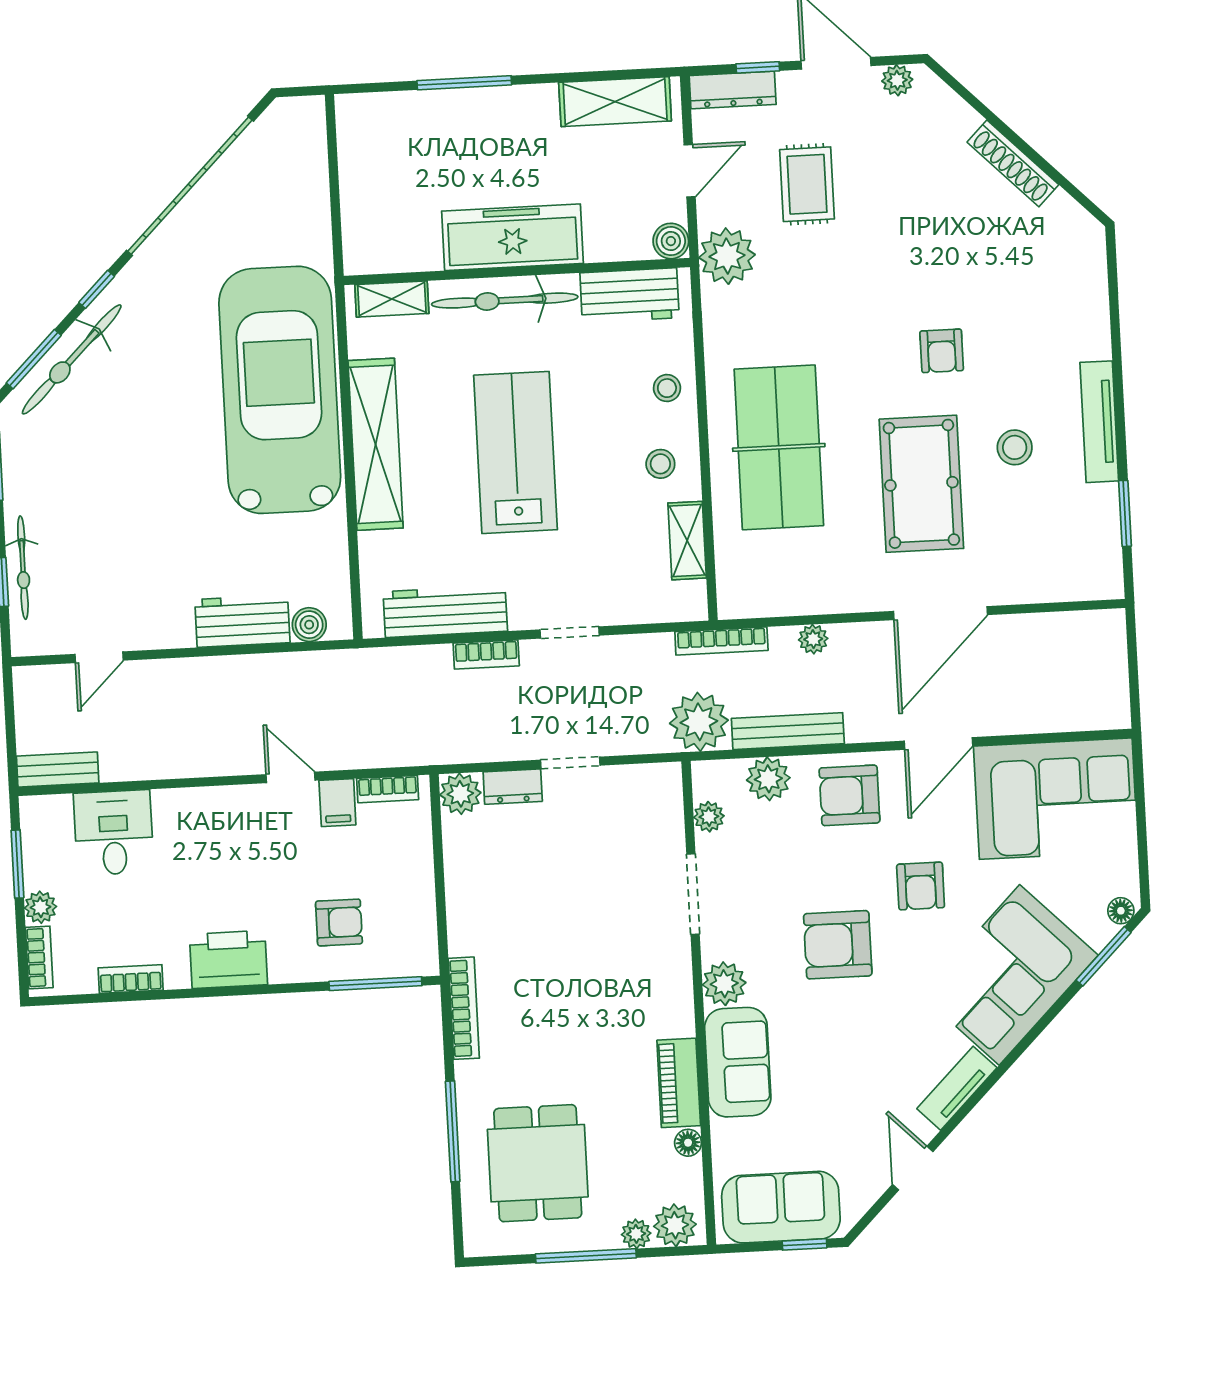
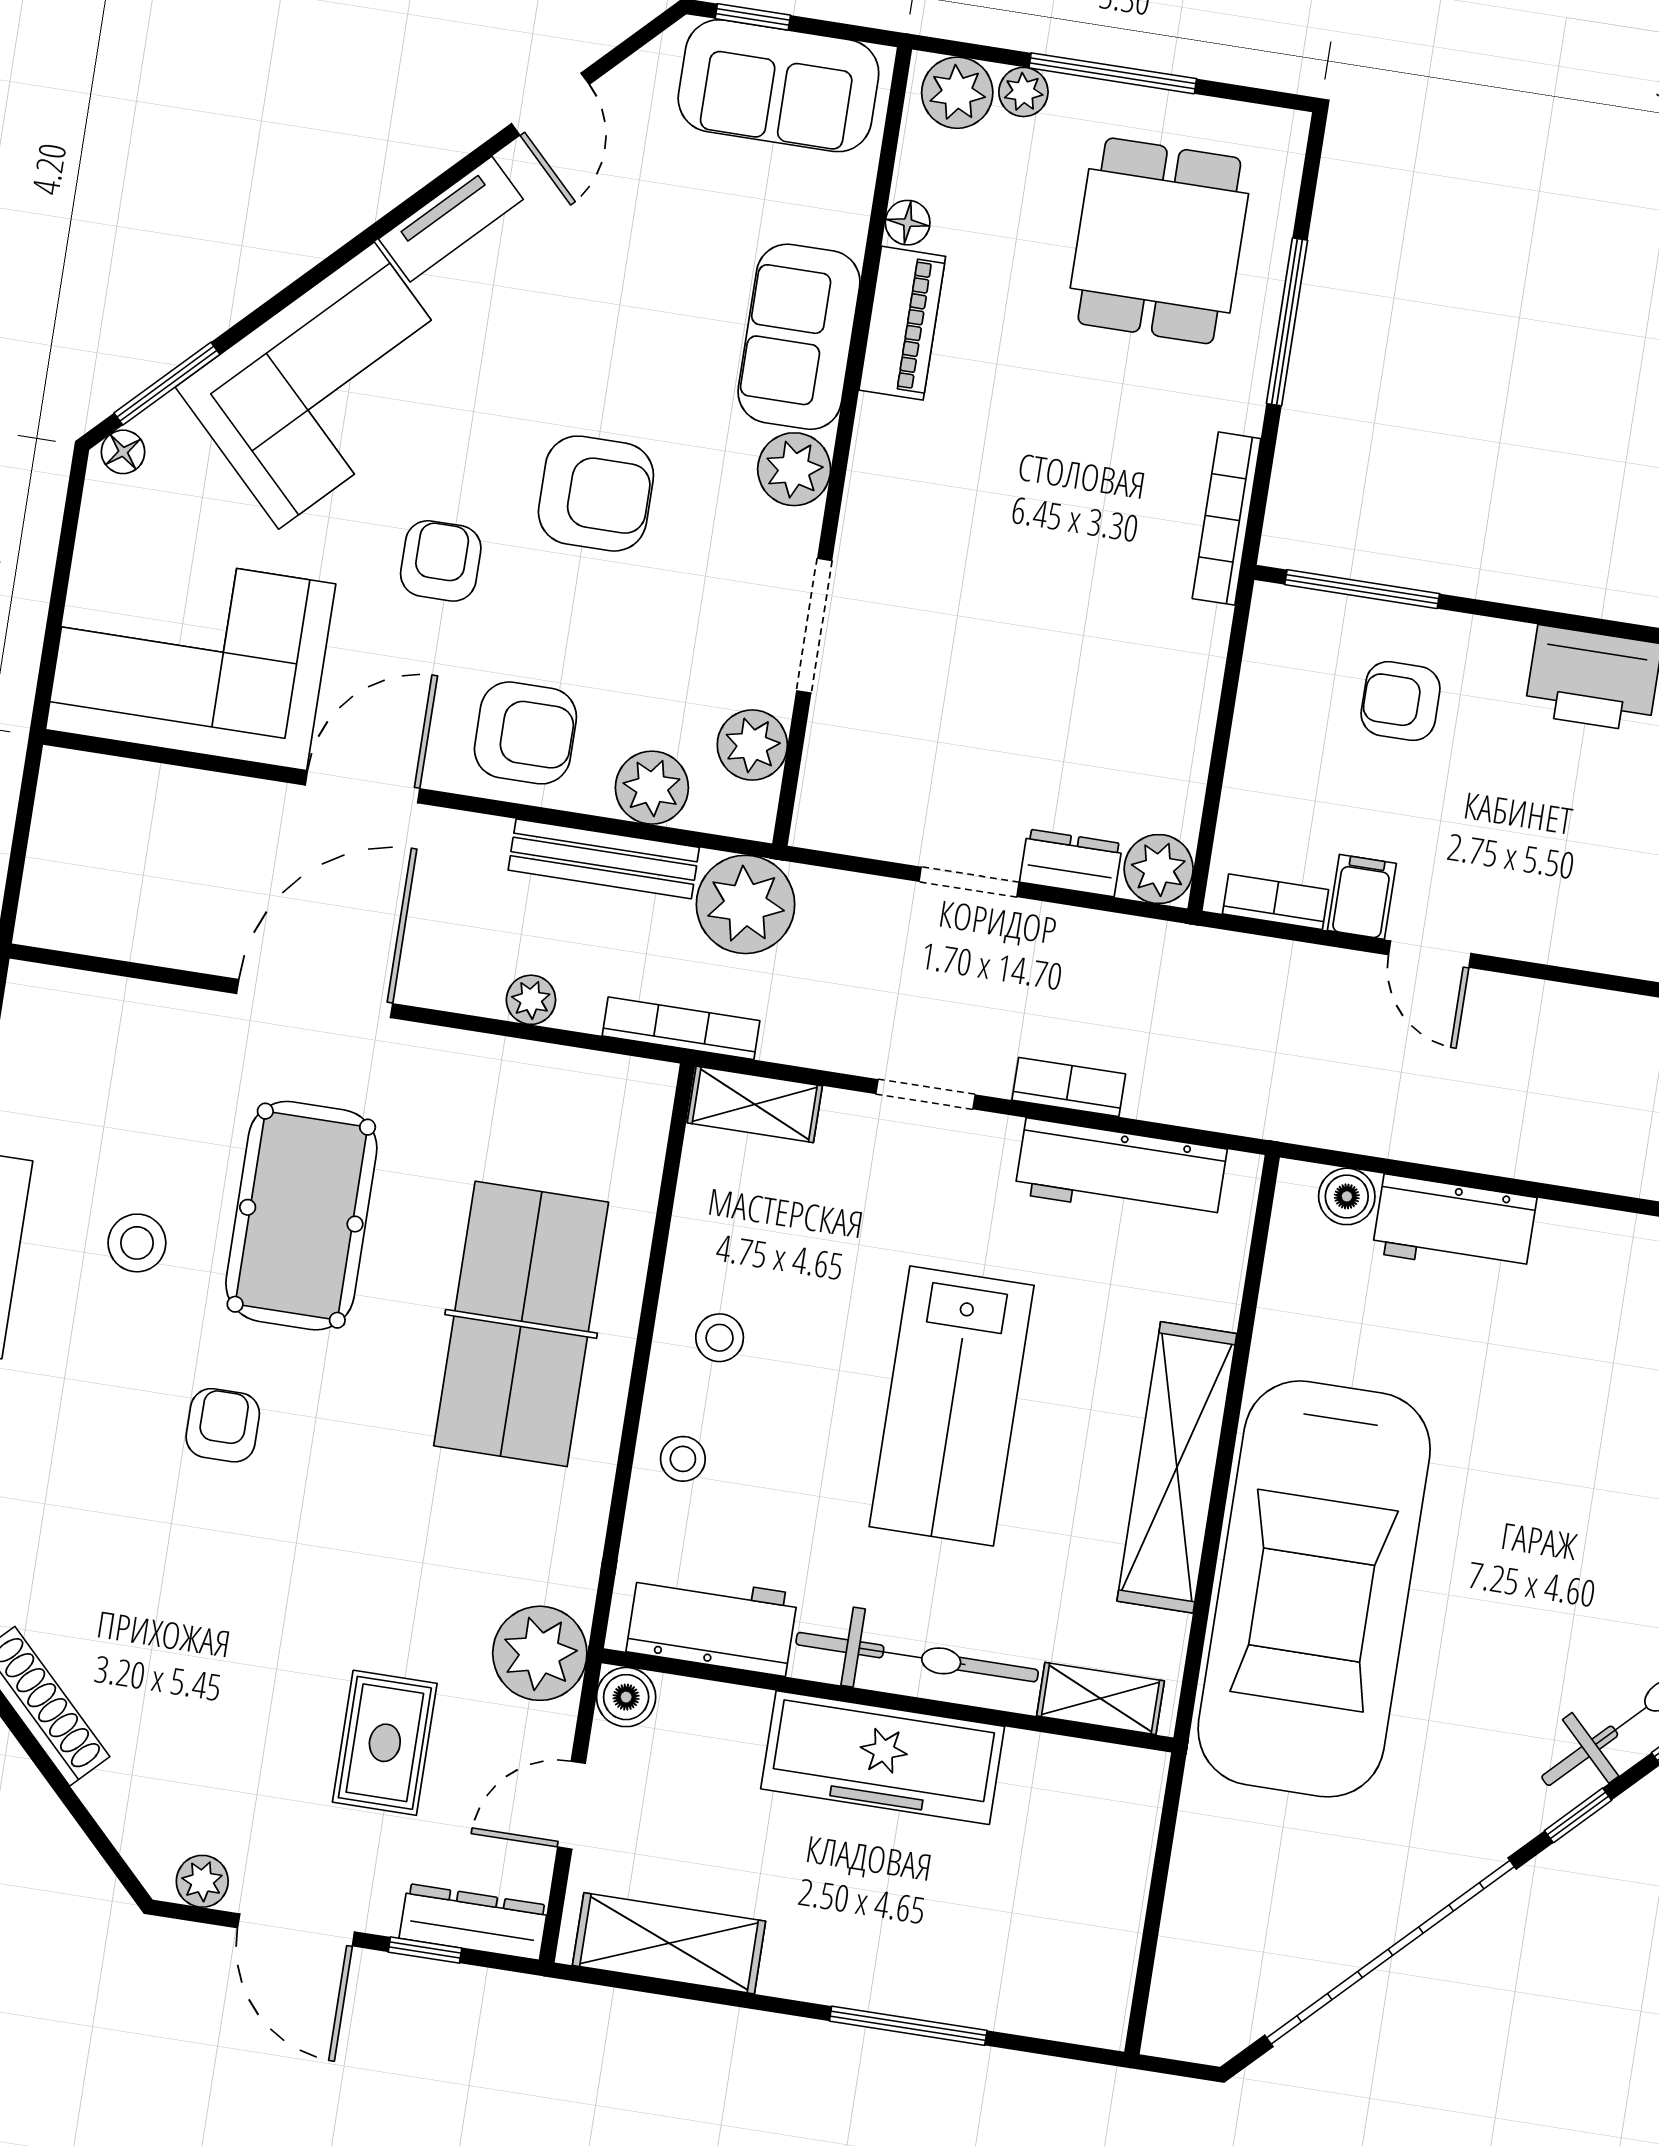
shelving: (687, 541) -> (755, 1104), moved, turned 90
plant: (709, 817) -> (752, 745), width x1.38, depth x1.38

